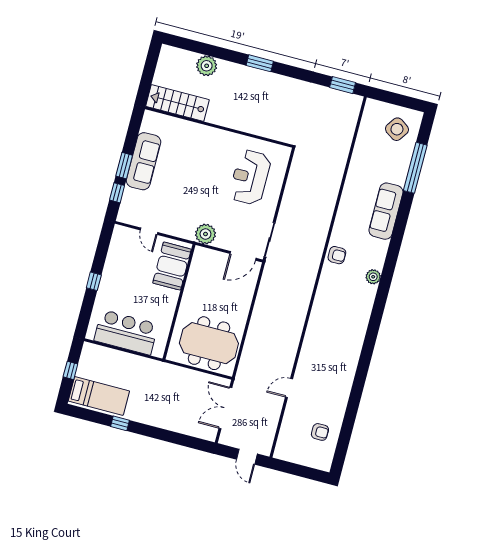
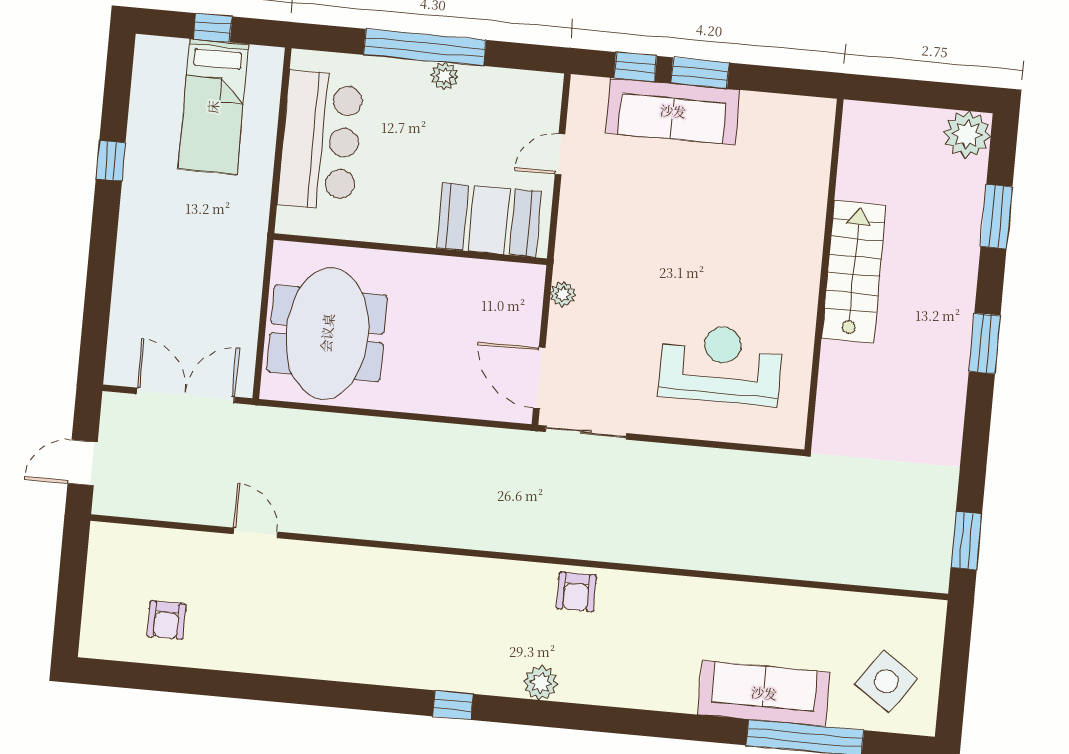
window: (206, 49) -> (996, 217), added
plant: (207, 66) -> (967, 135), moved
stairs: (178, 103) -> (854, 272), moved
sofa: (144, 161) -> (673, 111), moved
sofa: (386, 211) -> (764, 693), moved
plant: (205, 234) -> (563, 294), width x0.53, depth x0.53
plant: (107, 275) -> (444, 76), added
window: (94, 281) -> (425, 47), width x3.17
window: (376, 316) -> (453, 705), added
bed: (99, 396) -> (213, 107), moved

